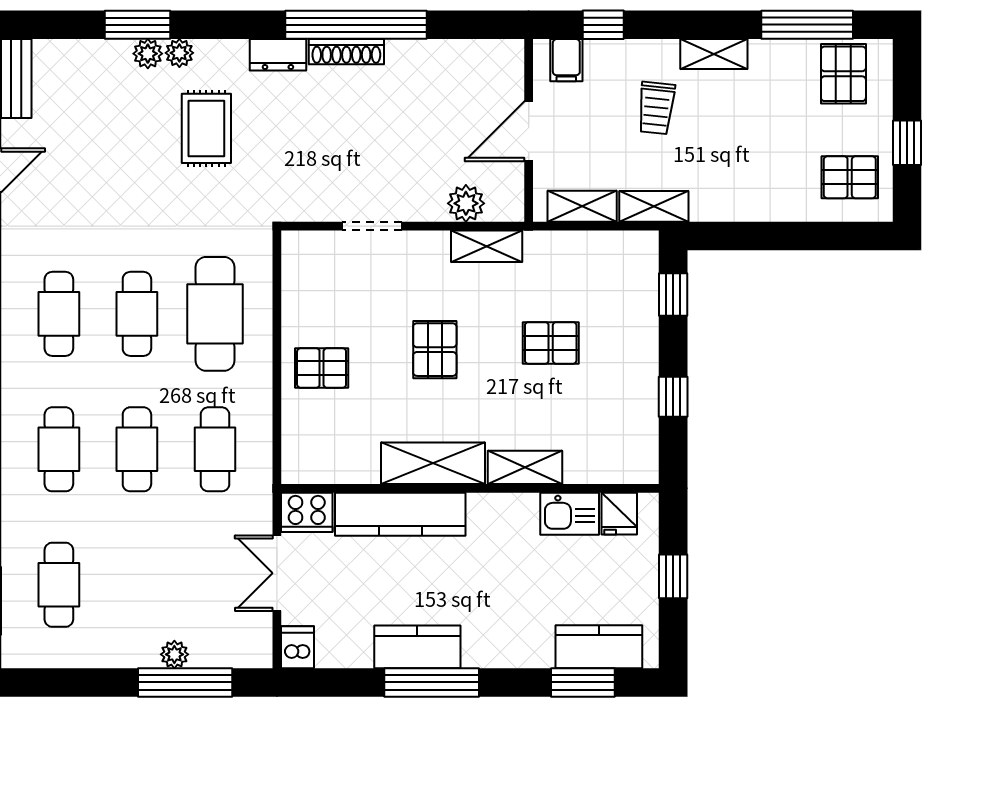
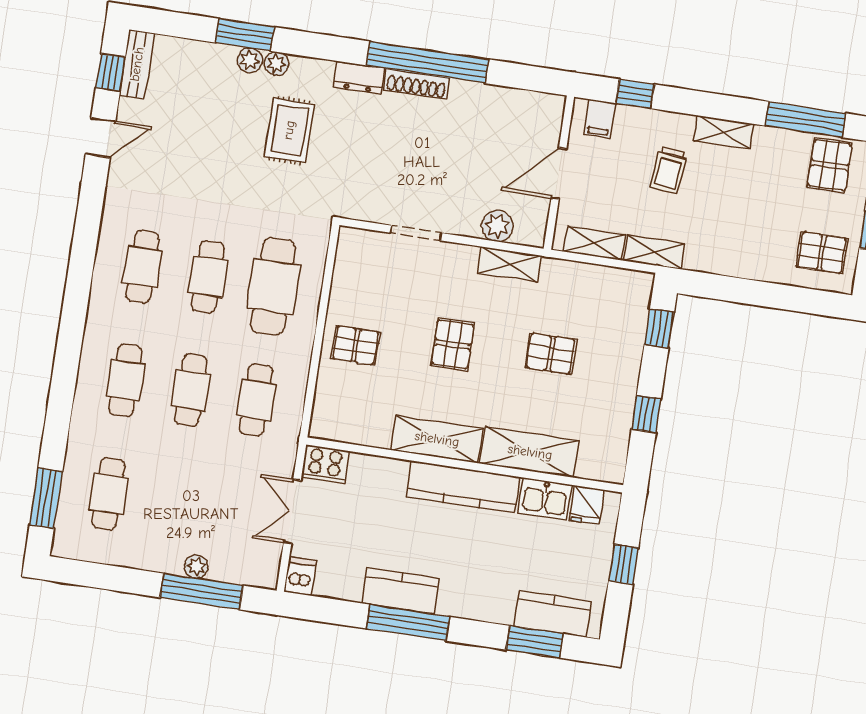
shelving: (525, 467) -> (530, 452), width x1.50, depth x1.33
kitchen counter: (400, 514) -> (463, 487), moved

